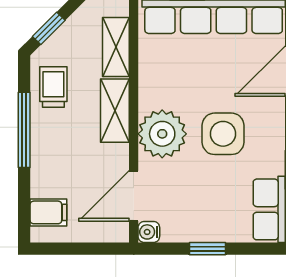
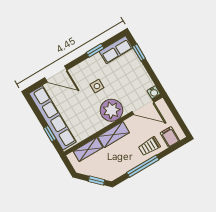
trolley: (53, 87) -> (149, 146), moved
side table: (223, 134) -> (97, 86), width x0.54, depth x0.54
window: (208, 249) -> (139, 52), moved

